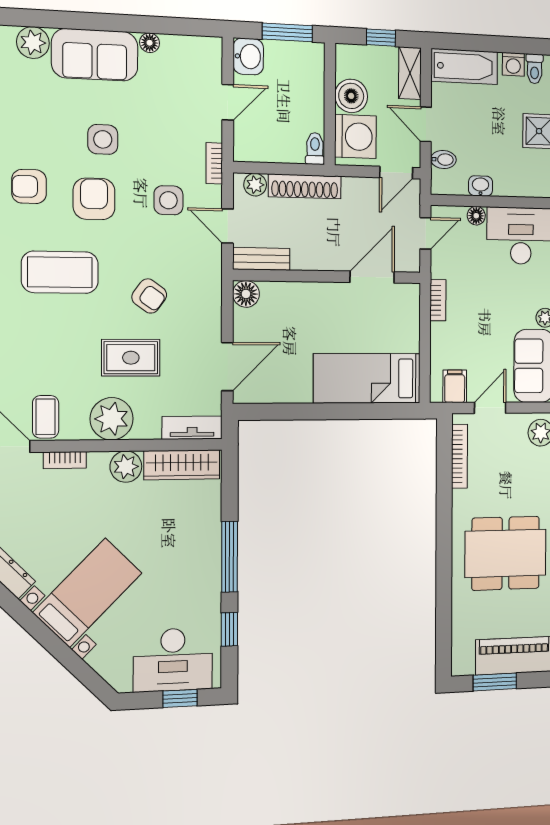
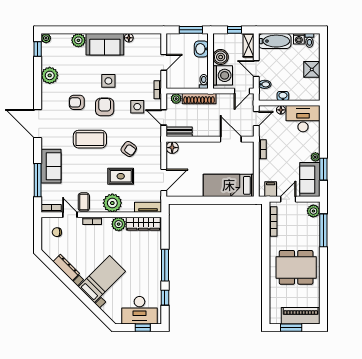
washbasin: (248, 56) -> (201, 49), moved, turned 180
door: (372, 277) -> (231, 139), hinge flipped

